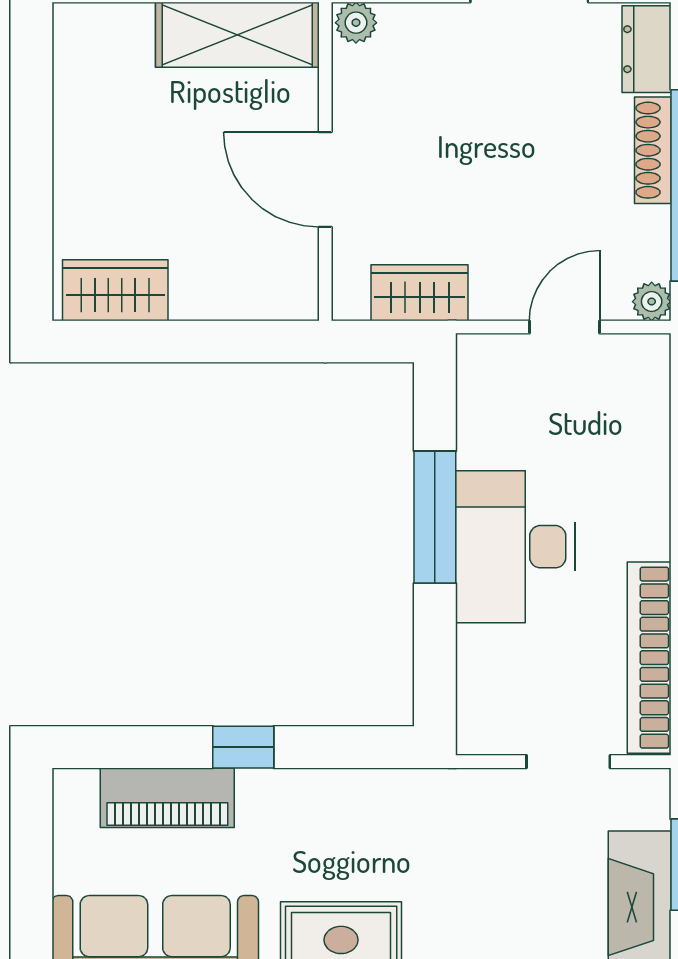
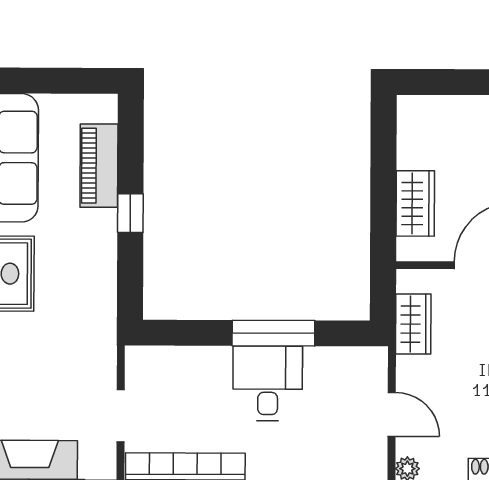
wardrobe: (115, 290) -> (415, 203), moved
desk: (515, 547) -> (268, 383), width x0.73

